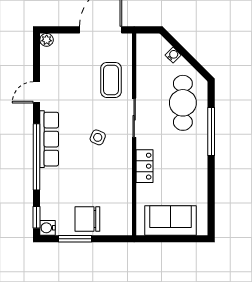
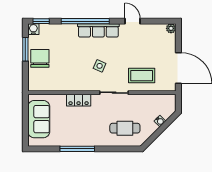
cafe table: (183, 103) -> (125, 128), width x0.73, depth x0.74
window: (211, 132) -> (77, 149), moved

